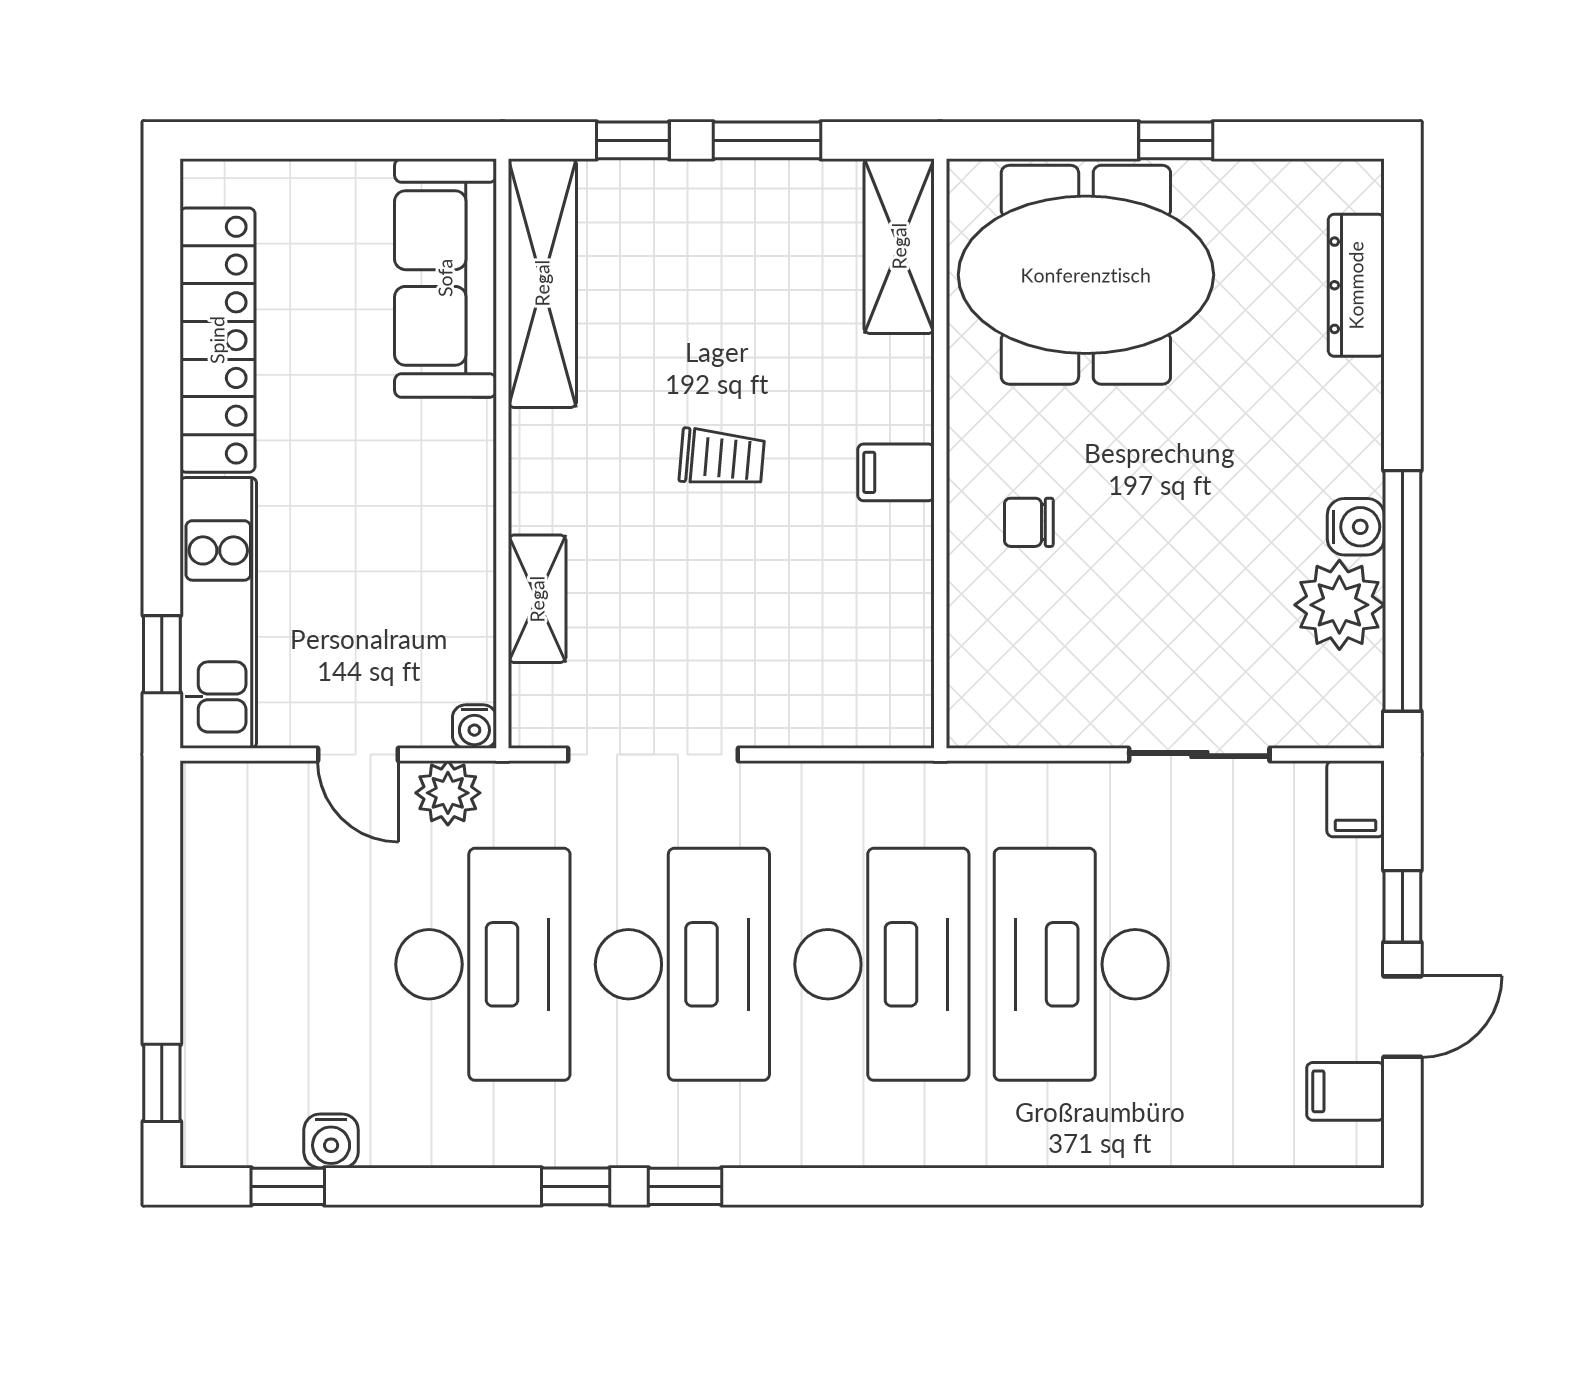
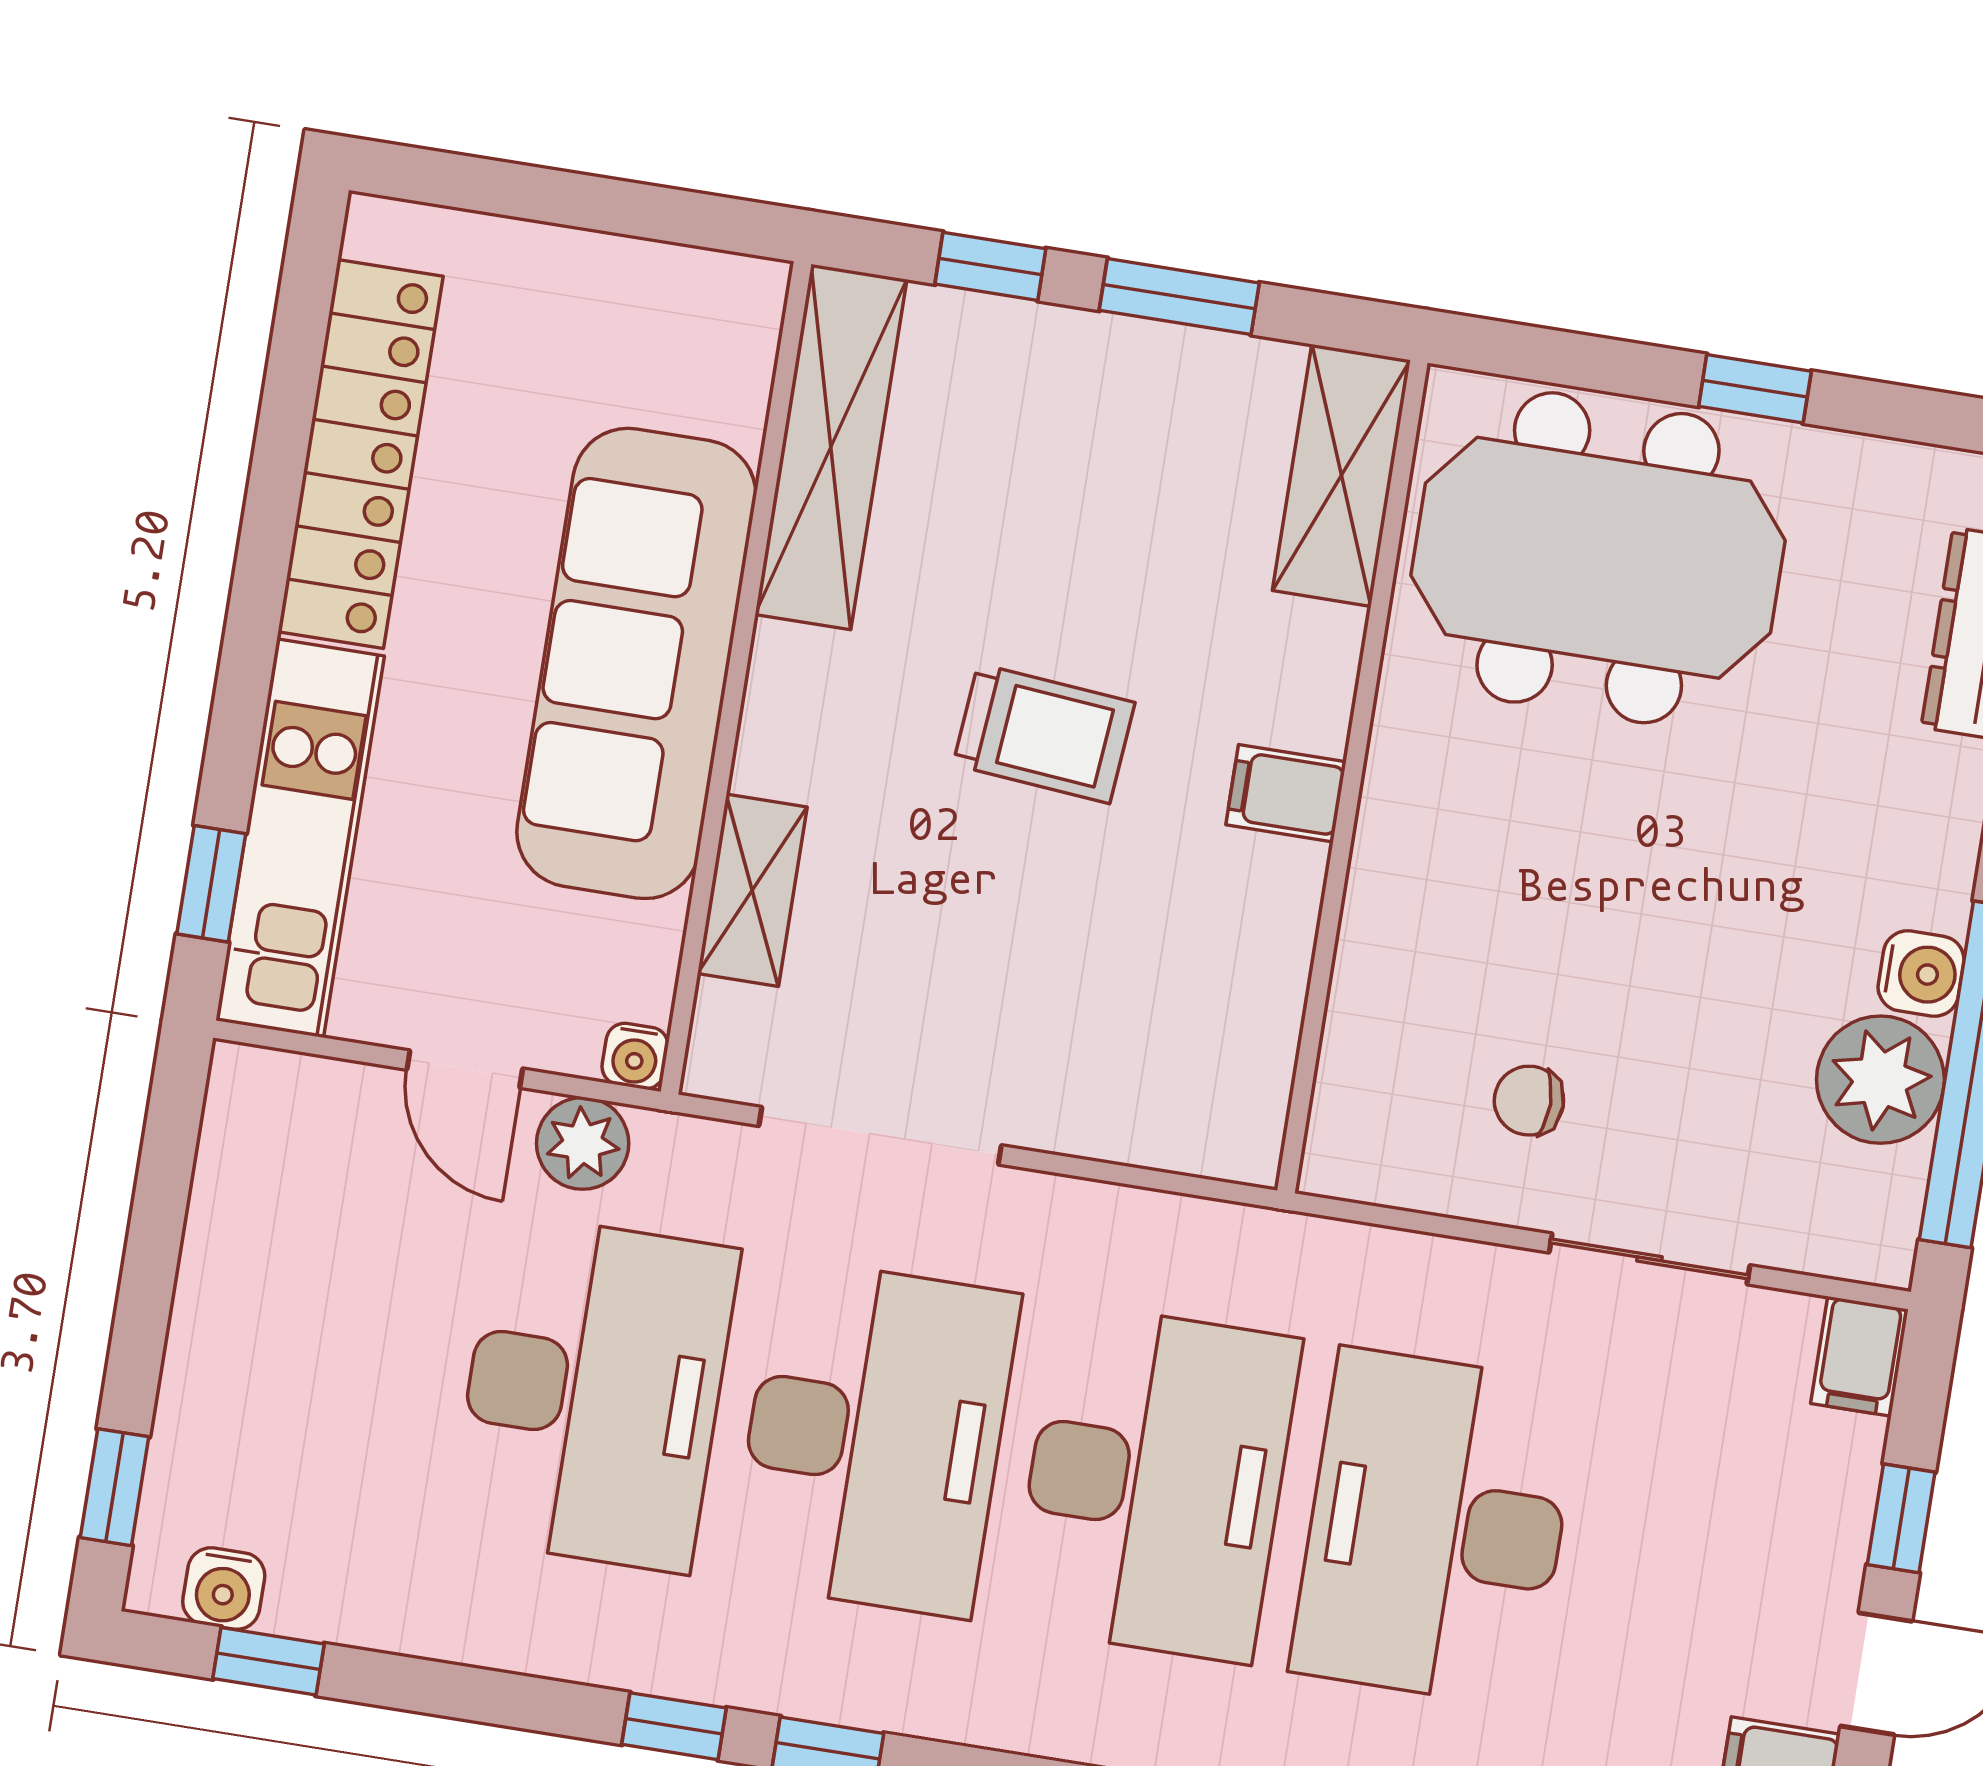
sofa: (445, 278) -> (636, 663), moved, width x1.36, depth x1.27
trolley: (722, 458) -> (1044, 734), width x1.36, depth x1.39
chair: (1029, 522) -> (1529, 1101), moved
water cooler: (331, 1141) -> (224, 1589), moved

